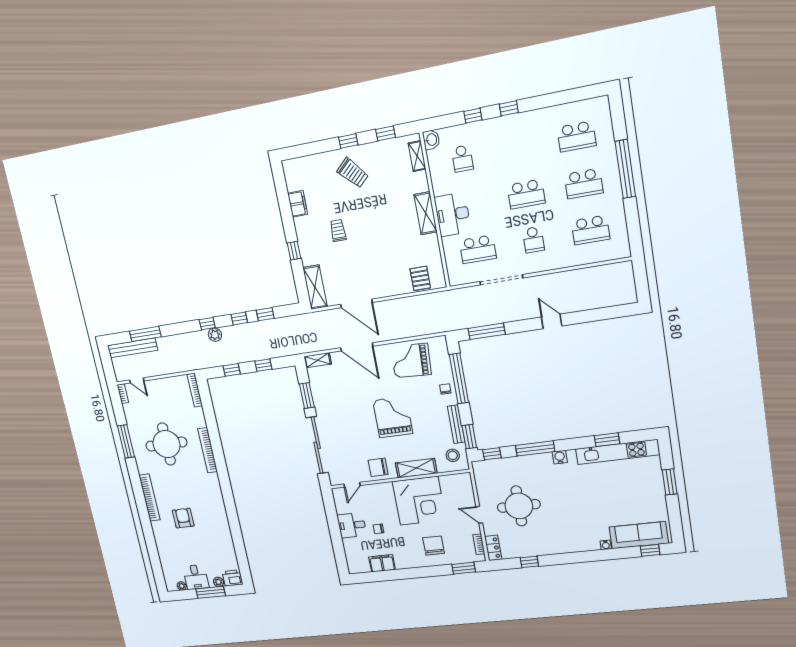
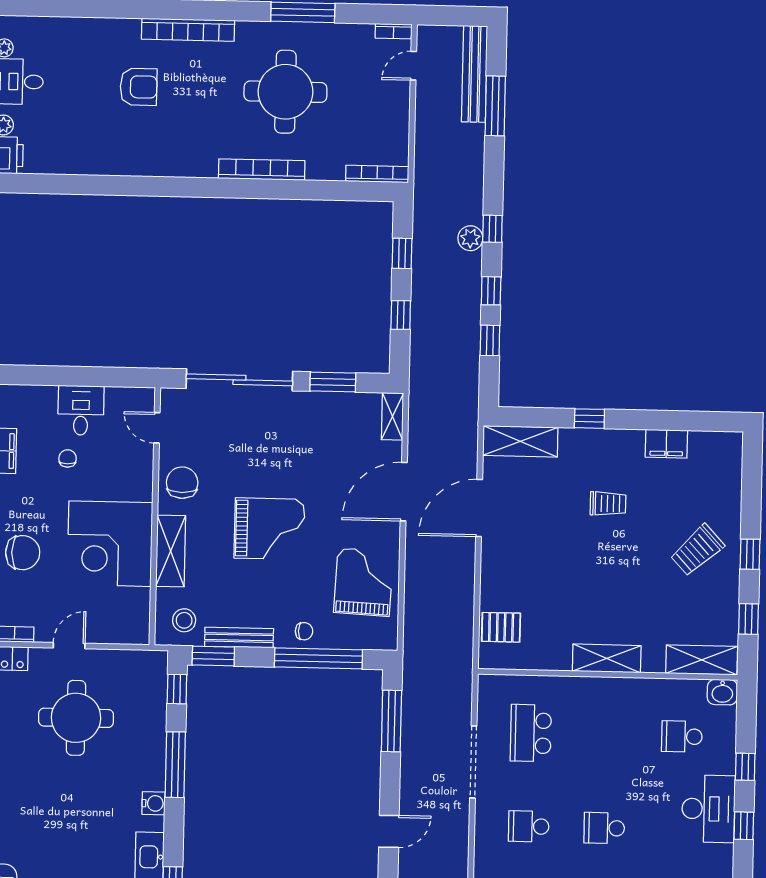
shelving: (417, 156) -> (702, 660), width x1.50, depth x1.33
school desk: (526, 194) -> (604, 828), width x0.54
desk: (453, 214) -> (708, 809), moved, turned 90

